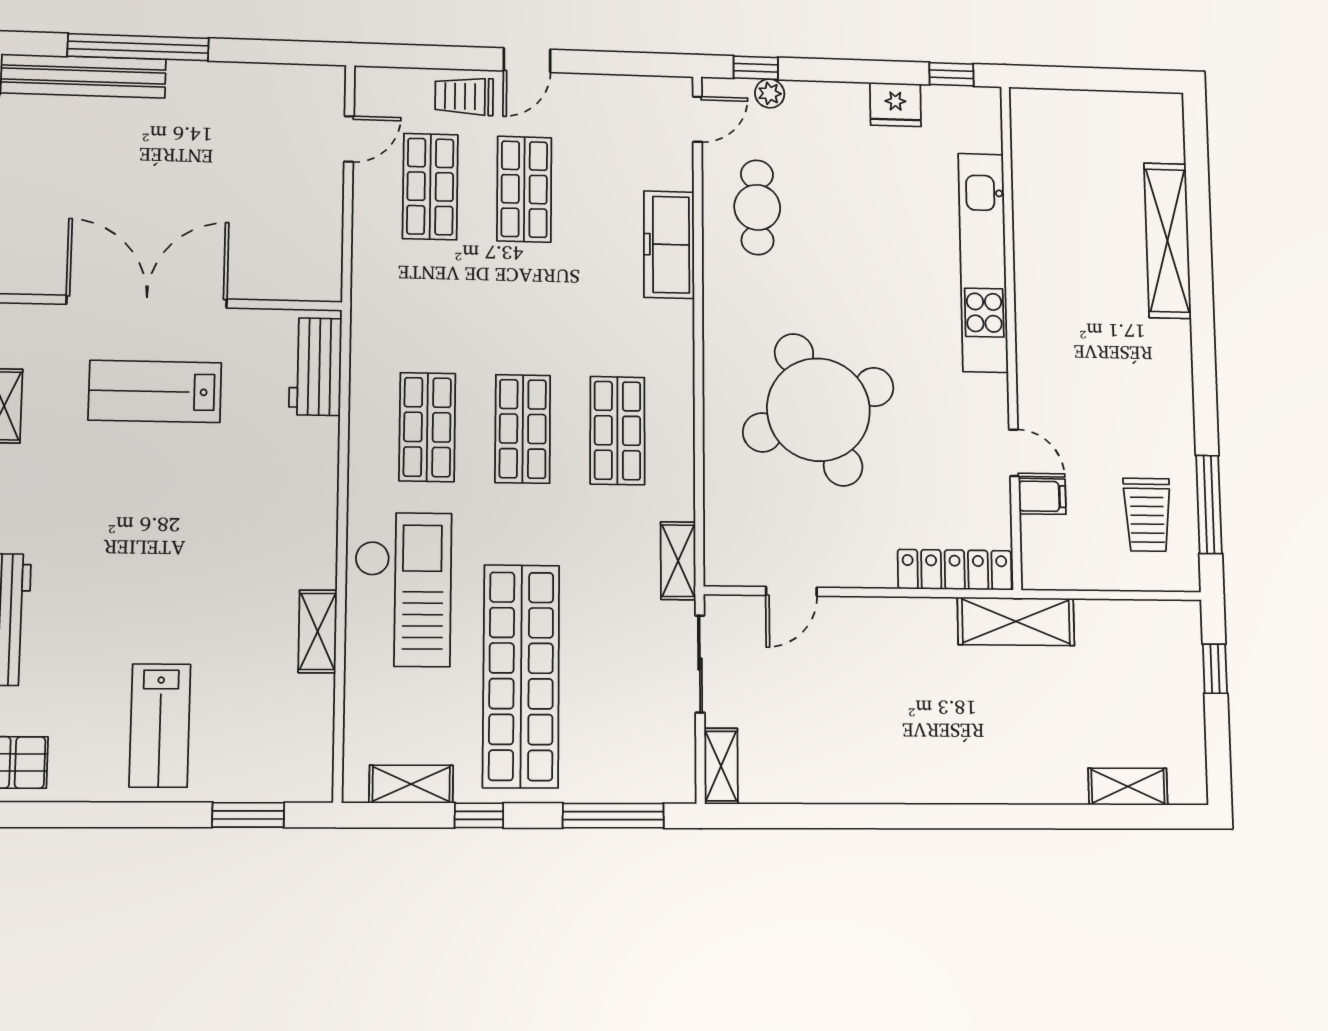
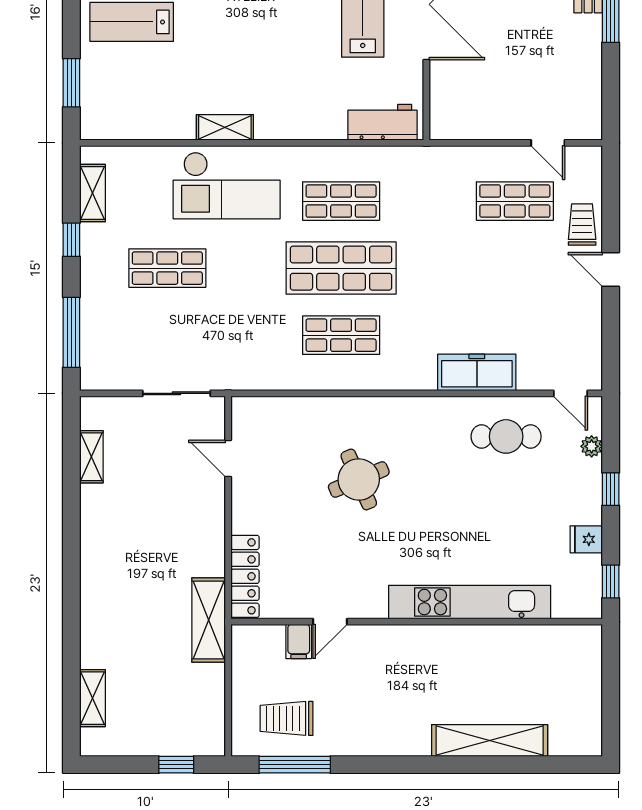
window: (756, 68) -> (611, 489), moved
fridge: (895, 105) -> (586, 539), width x0.72
shop shelf: (524, 189) -> (515, 268), removed
round table: (818, 410) -> (359, 479), width x0.54, depth x0.54
shop shelf: (523, 429) -> (341, 268), width x1.43, depth x1.36
shelving: (678, 561) -> (249, 378), removed
shelving: (318, 631) -> (225, 127), moved
shop shelf: (521, 676) -> (167, 268), width x0.50, depth x0.74
shelving: (721, 766) -> (91, 457), moved, turned 90

